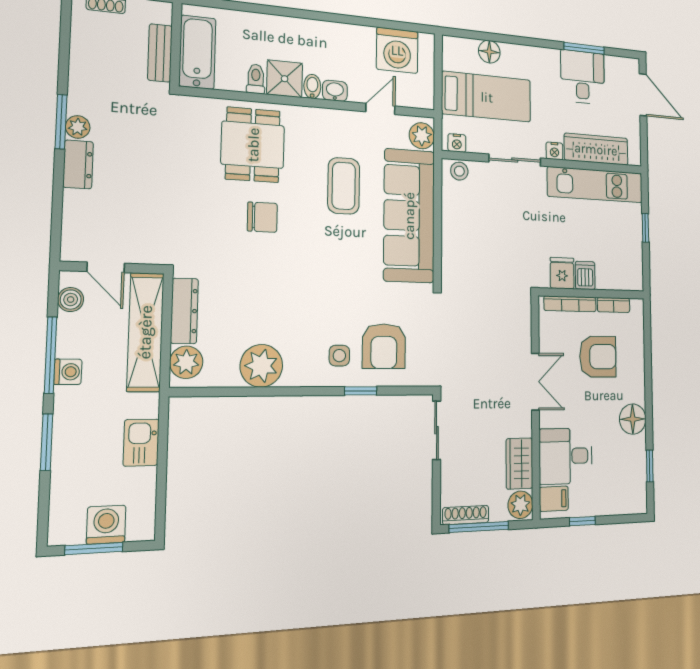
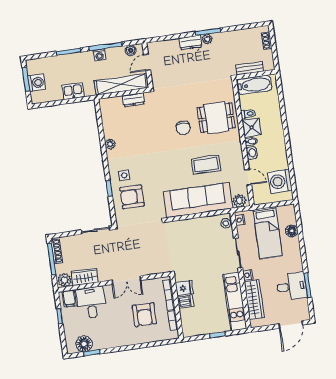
dresser: (184, 311) -> (134, 100), width x0.70
plant: (186, 362) -> (111, 105), removed
plant: (261, 366) -> (110, 144), width x0.53, depth x0.53
floor lamp: (633, 419) -> (84, 344), moved

